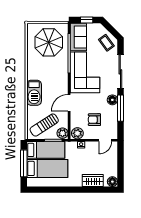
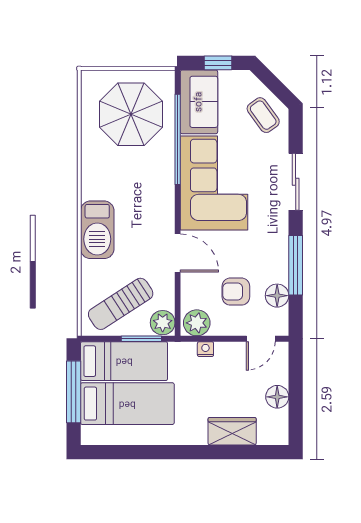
sliding door: (120, 72) -> (296, 182), width x0.73
floor lamp: (112, 100) -> (277, 296), moved
door: (69, 103) -> (178, 253), swing flipped
floor lamp: (112, 182) -> (277, 397), moved

